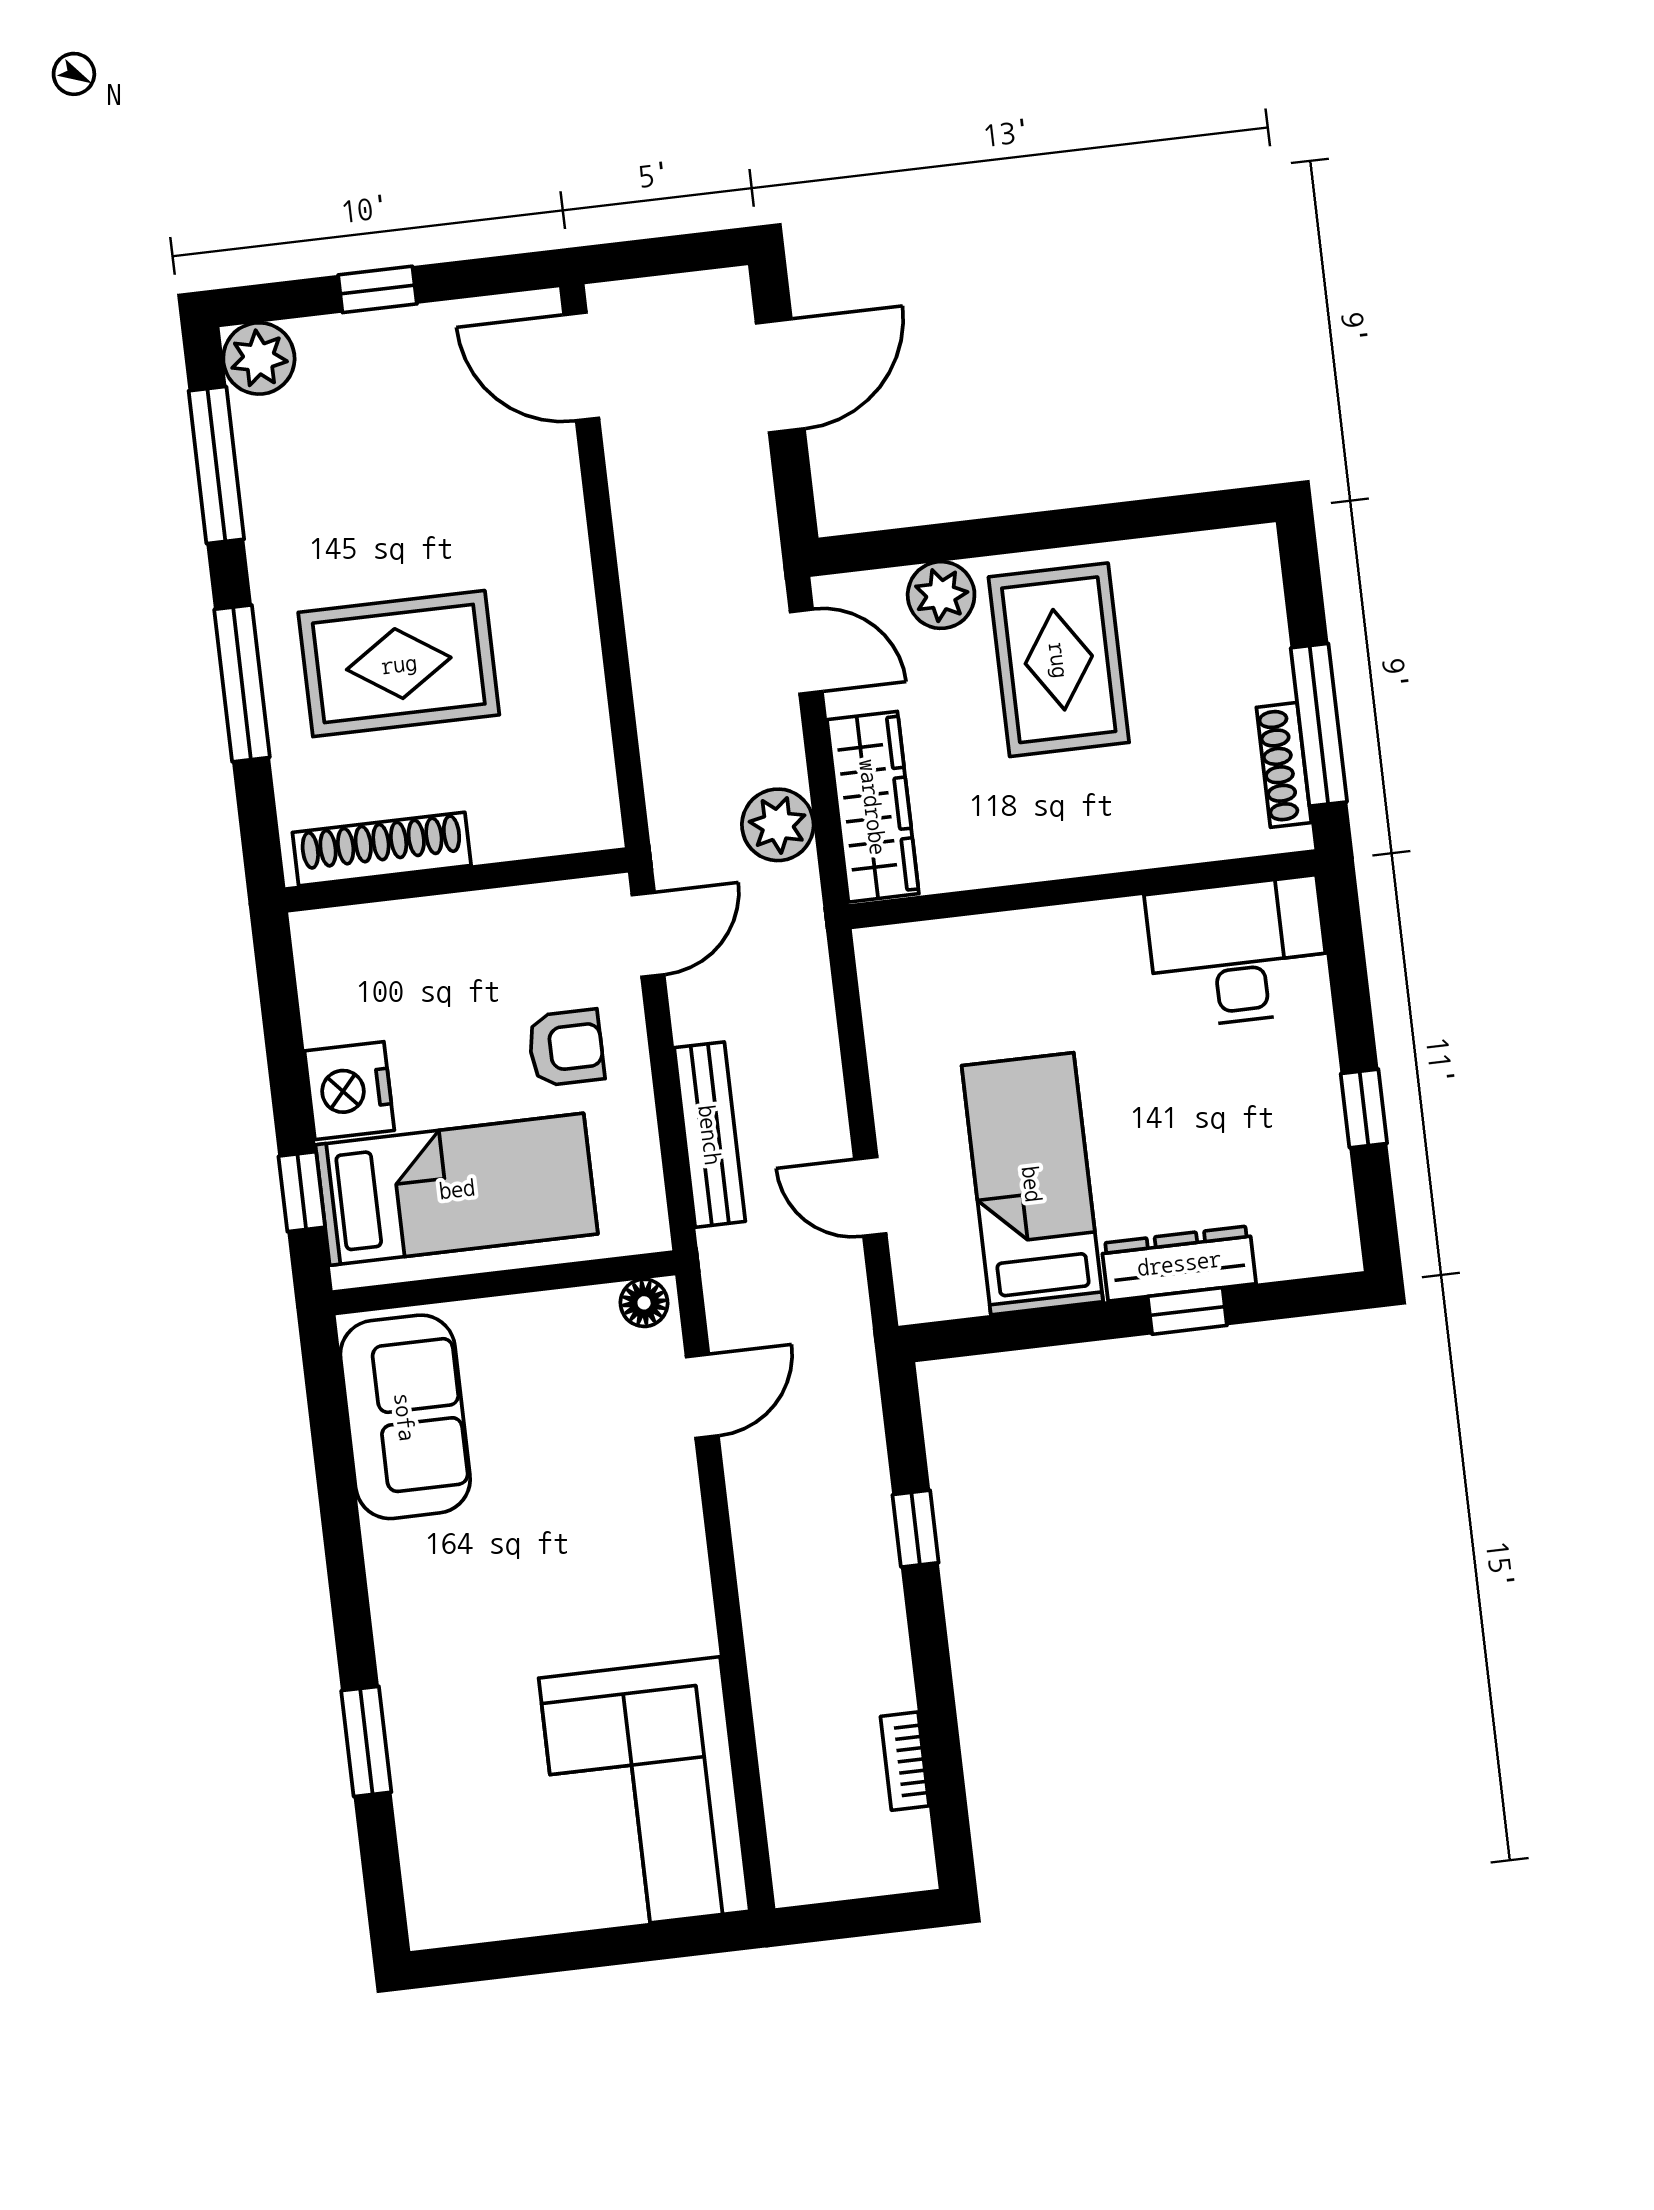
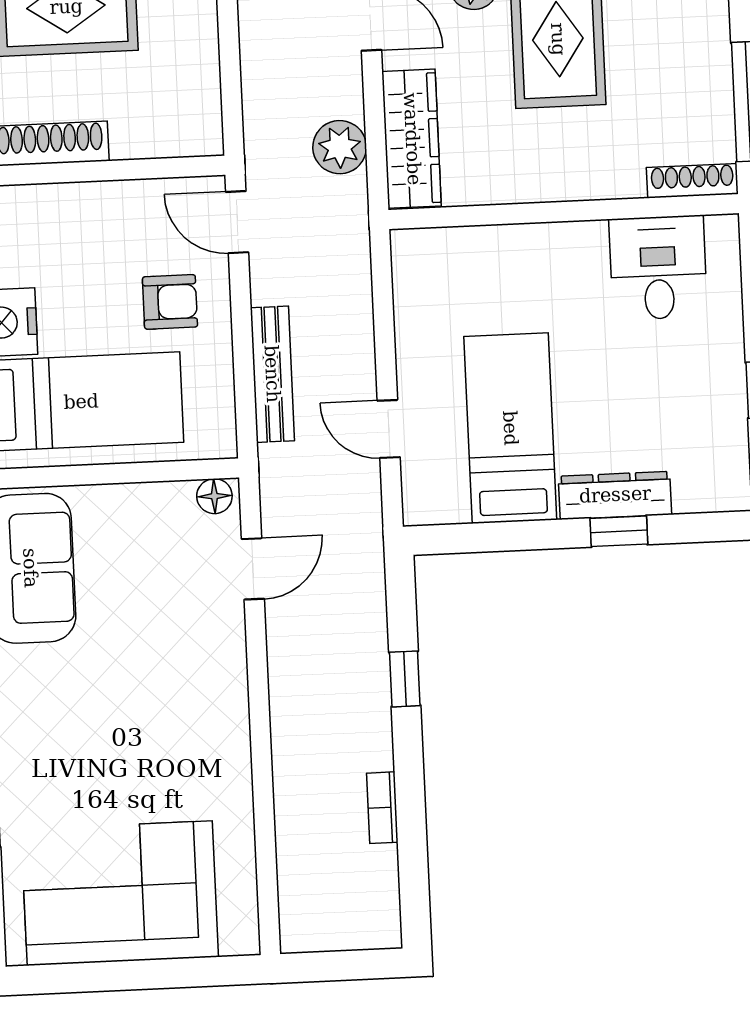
shoe rack: (1284, 765) -> (692, 181), moved, turned 90
door: (648, 935) -> (237, 222), swing flipped
desk: (1238, 953) -> (658, 268), width x0.73
bookcase: (905, 1761) -> (382, 808), moved
corner sofa: (644, 1795) -> (120, 893), moved, turned 90

